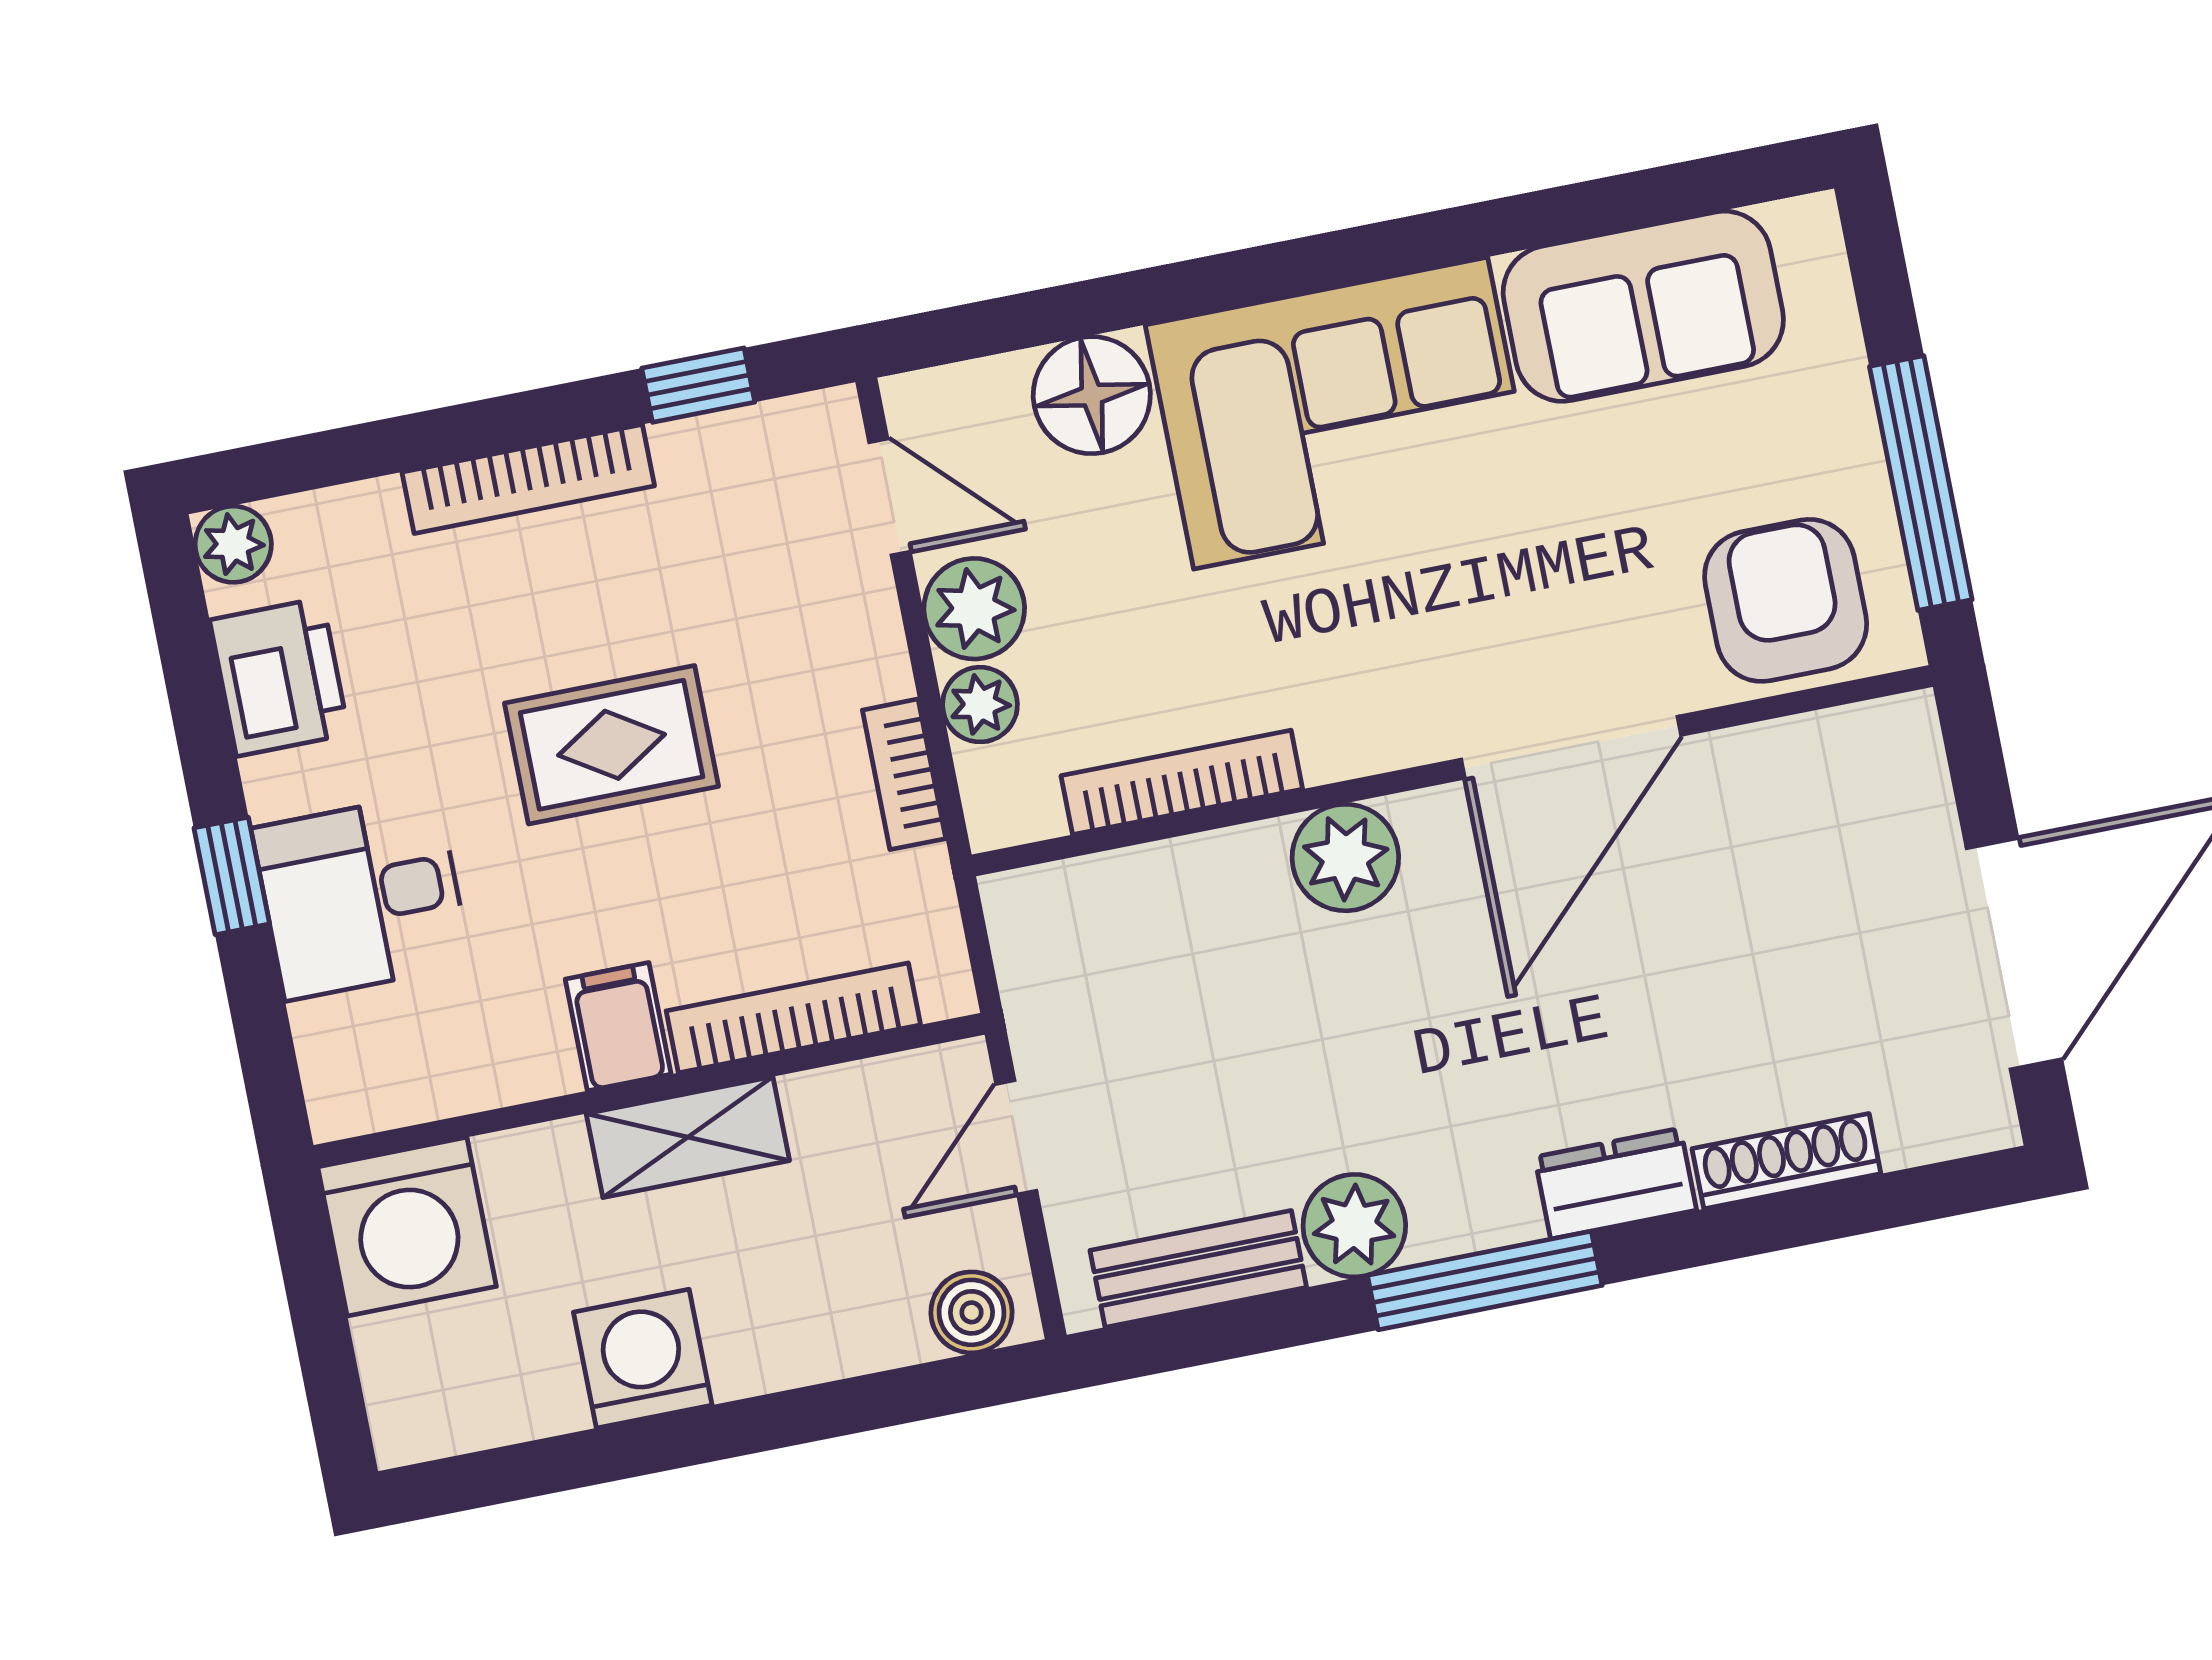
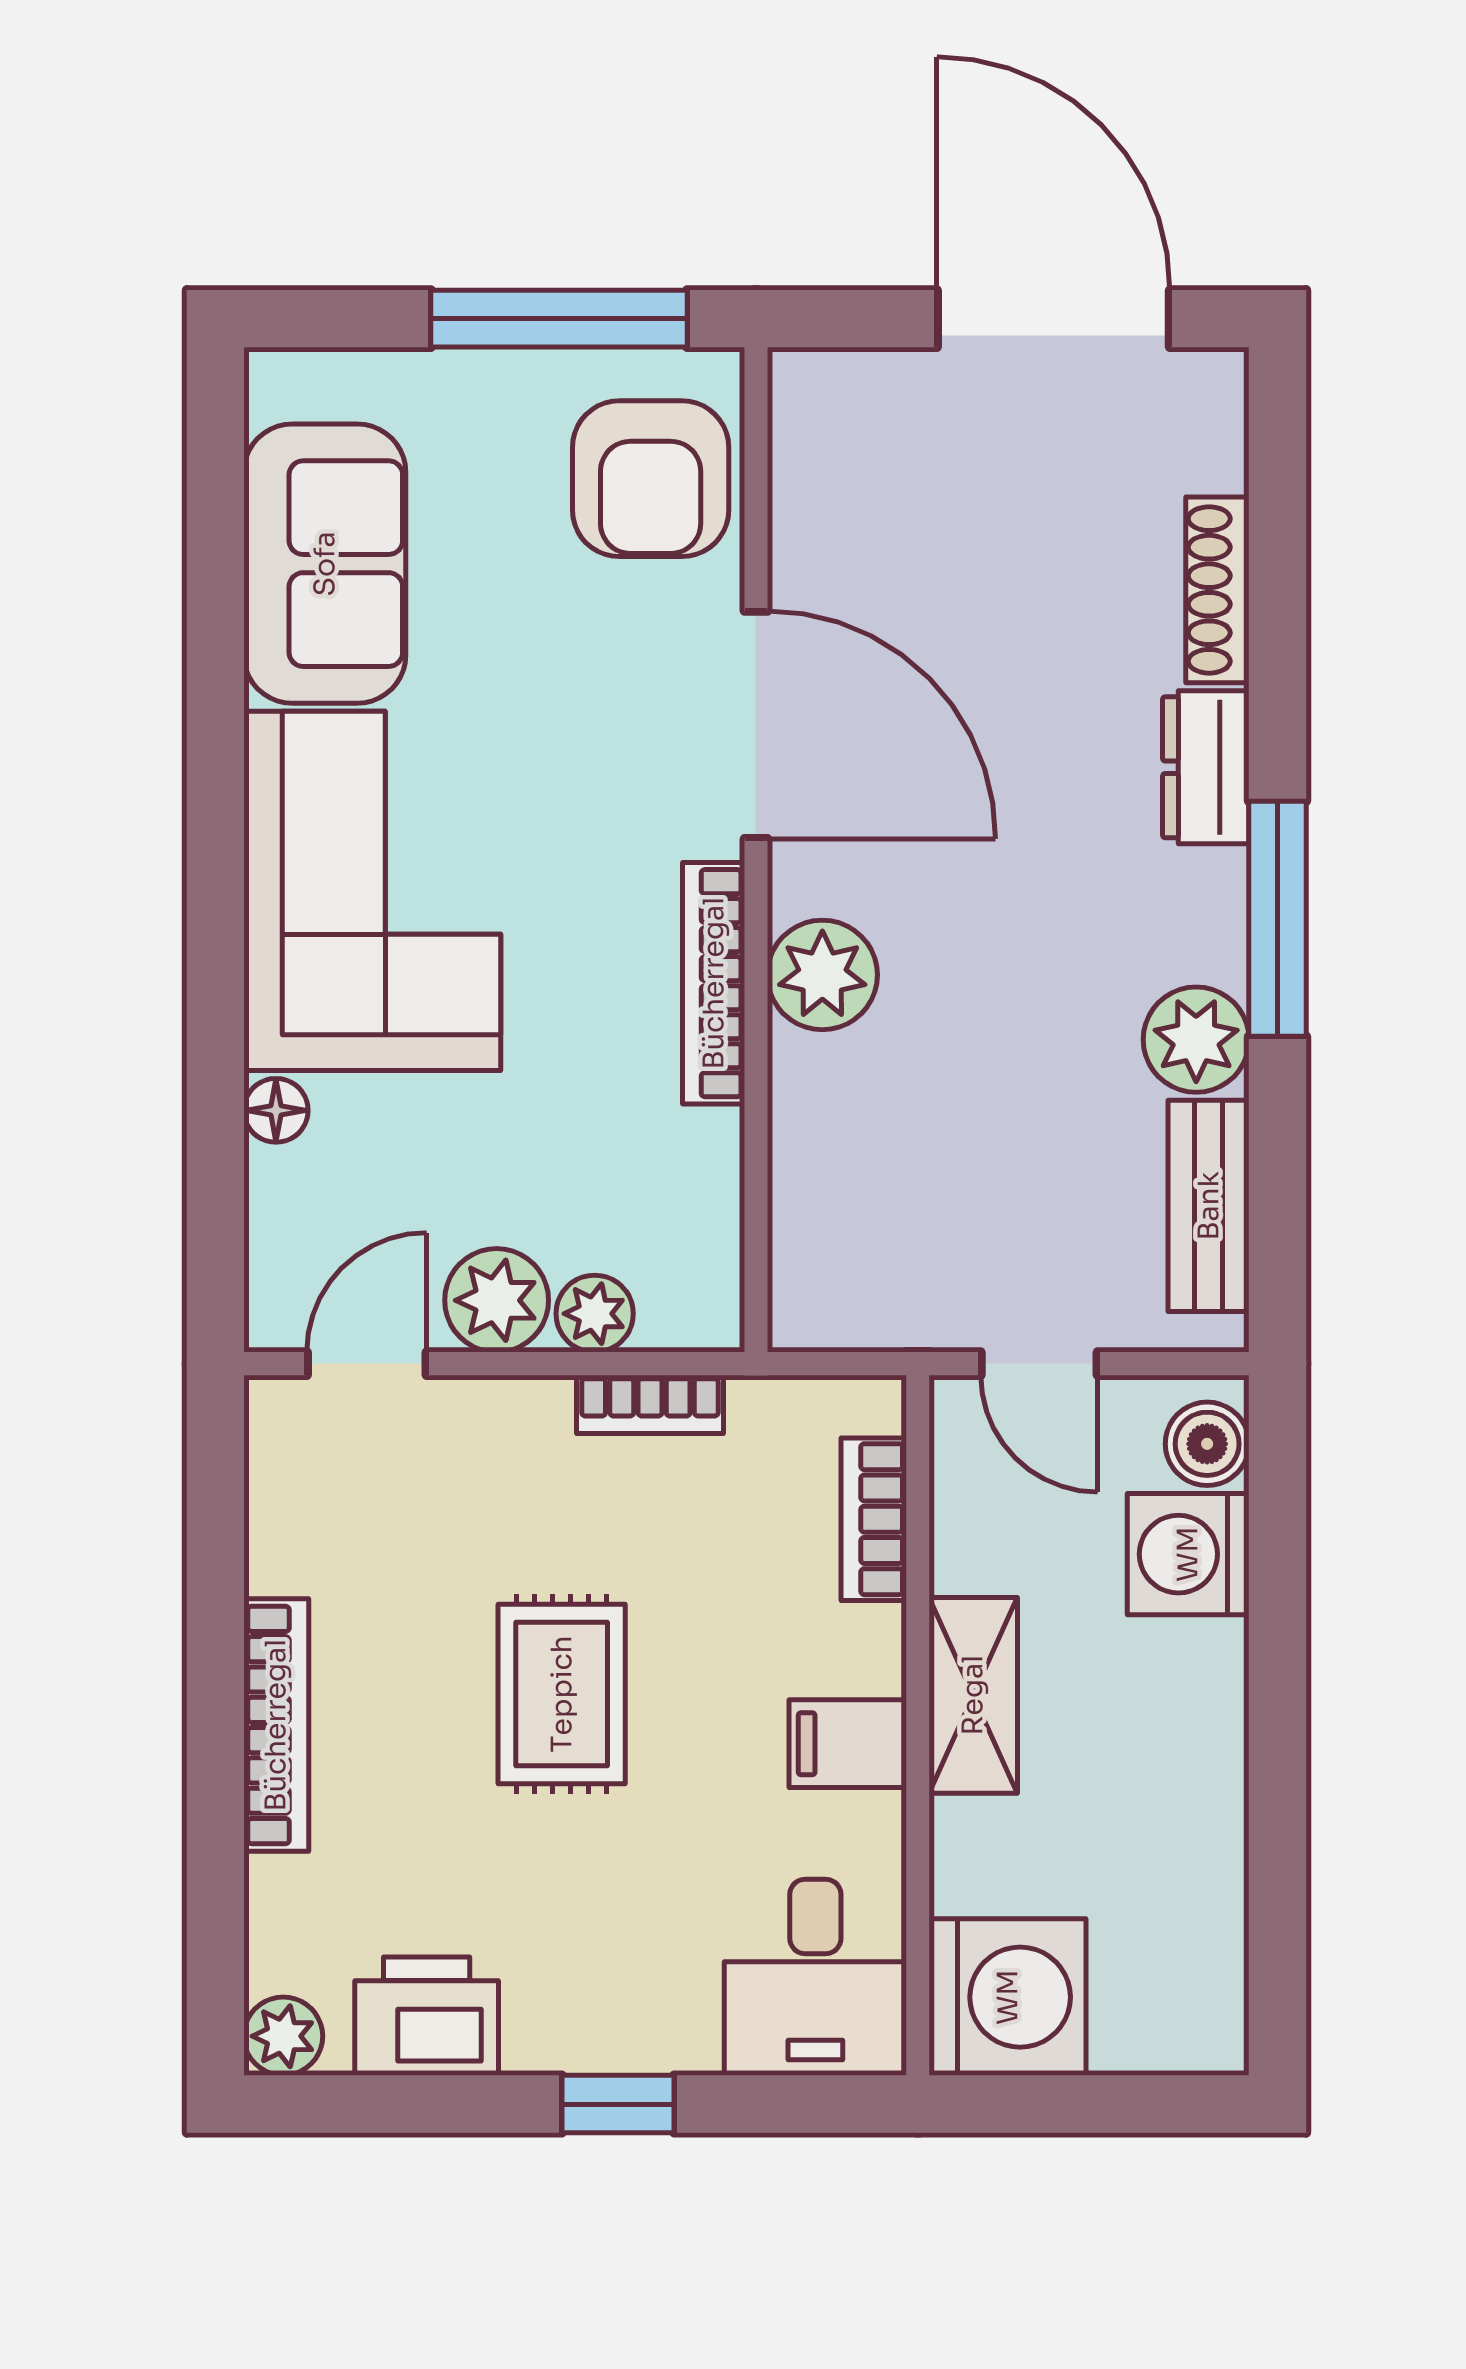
window: (698, 385) -> (215, 1534), removed
floor lamp: (1092, 395) -> (276, 1110), width x0.53, depth x0.53
armchair: (1786, 600) -> (651, 479), turned -90
bookcase: (1182, 782) -> (714, 983), moved
desk: (361, 897) -> (815, 1977), moved
bookcase: (793, 1018) -> (874, 1519), width x0.64
washing machine: (643, 1359) -> (1188, 1554), moved

